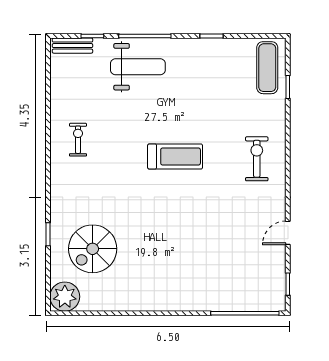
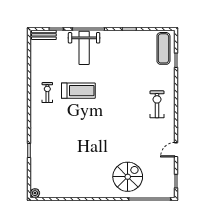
weight bench: (138, 67) -> (84, 48), turned 90
treadmill: (175, 156) -> (78, 91), moved
spiral stairs: (93, 249) -> (128, 177), moved, turned 180
plant: (65, 297) -> (35, 193), width x0.53, depth x0.53

